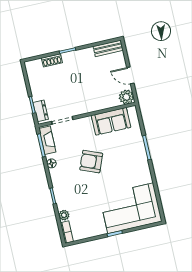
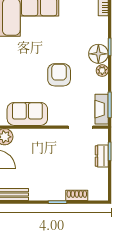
dresser: (41, 111) -> (102, 156), moved
armchair: (91, 162) -> (59, 75), turned -112
floor lamp: (51, 163) -> (98, 54), moved, width x1.89, depth x1.89
plant: (64, 215) -> (102, 71), moved

